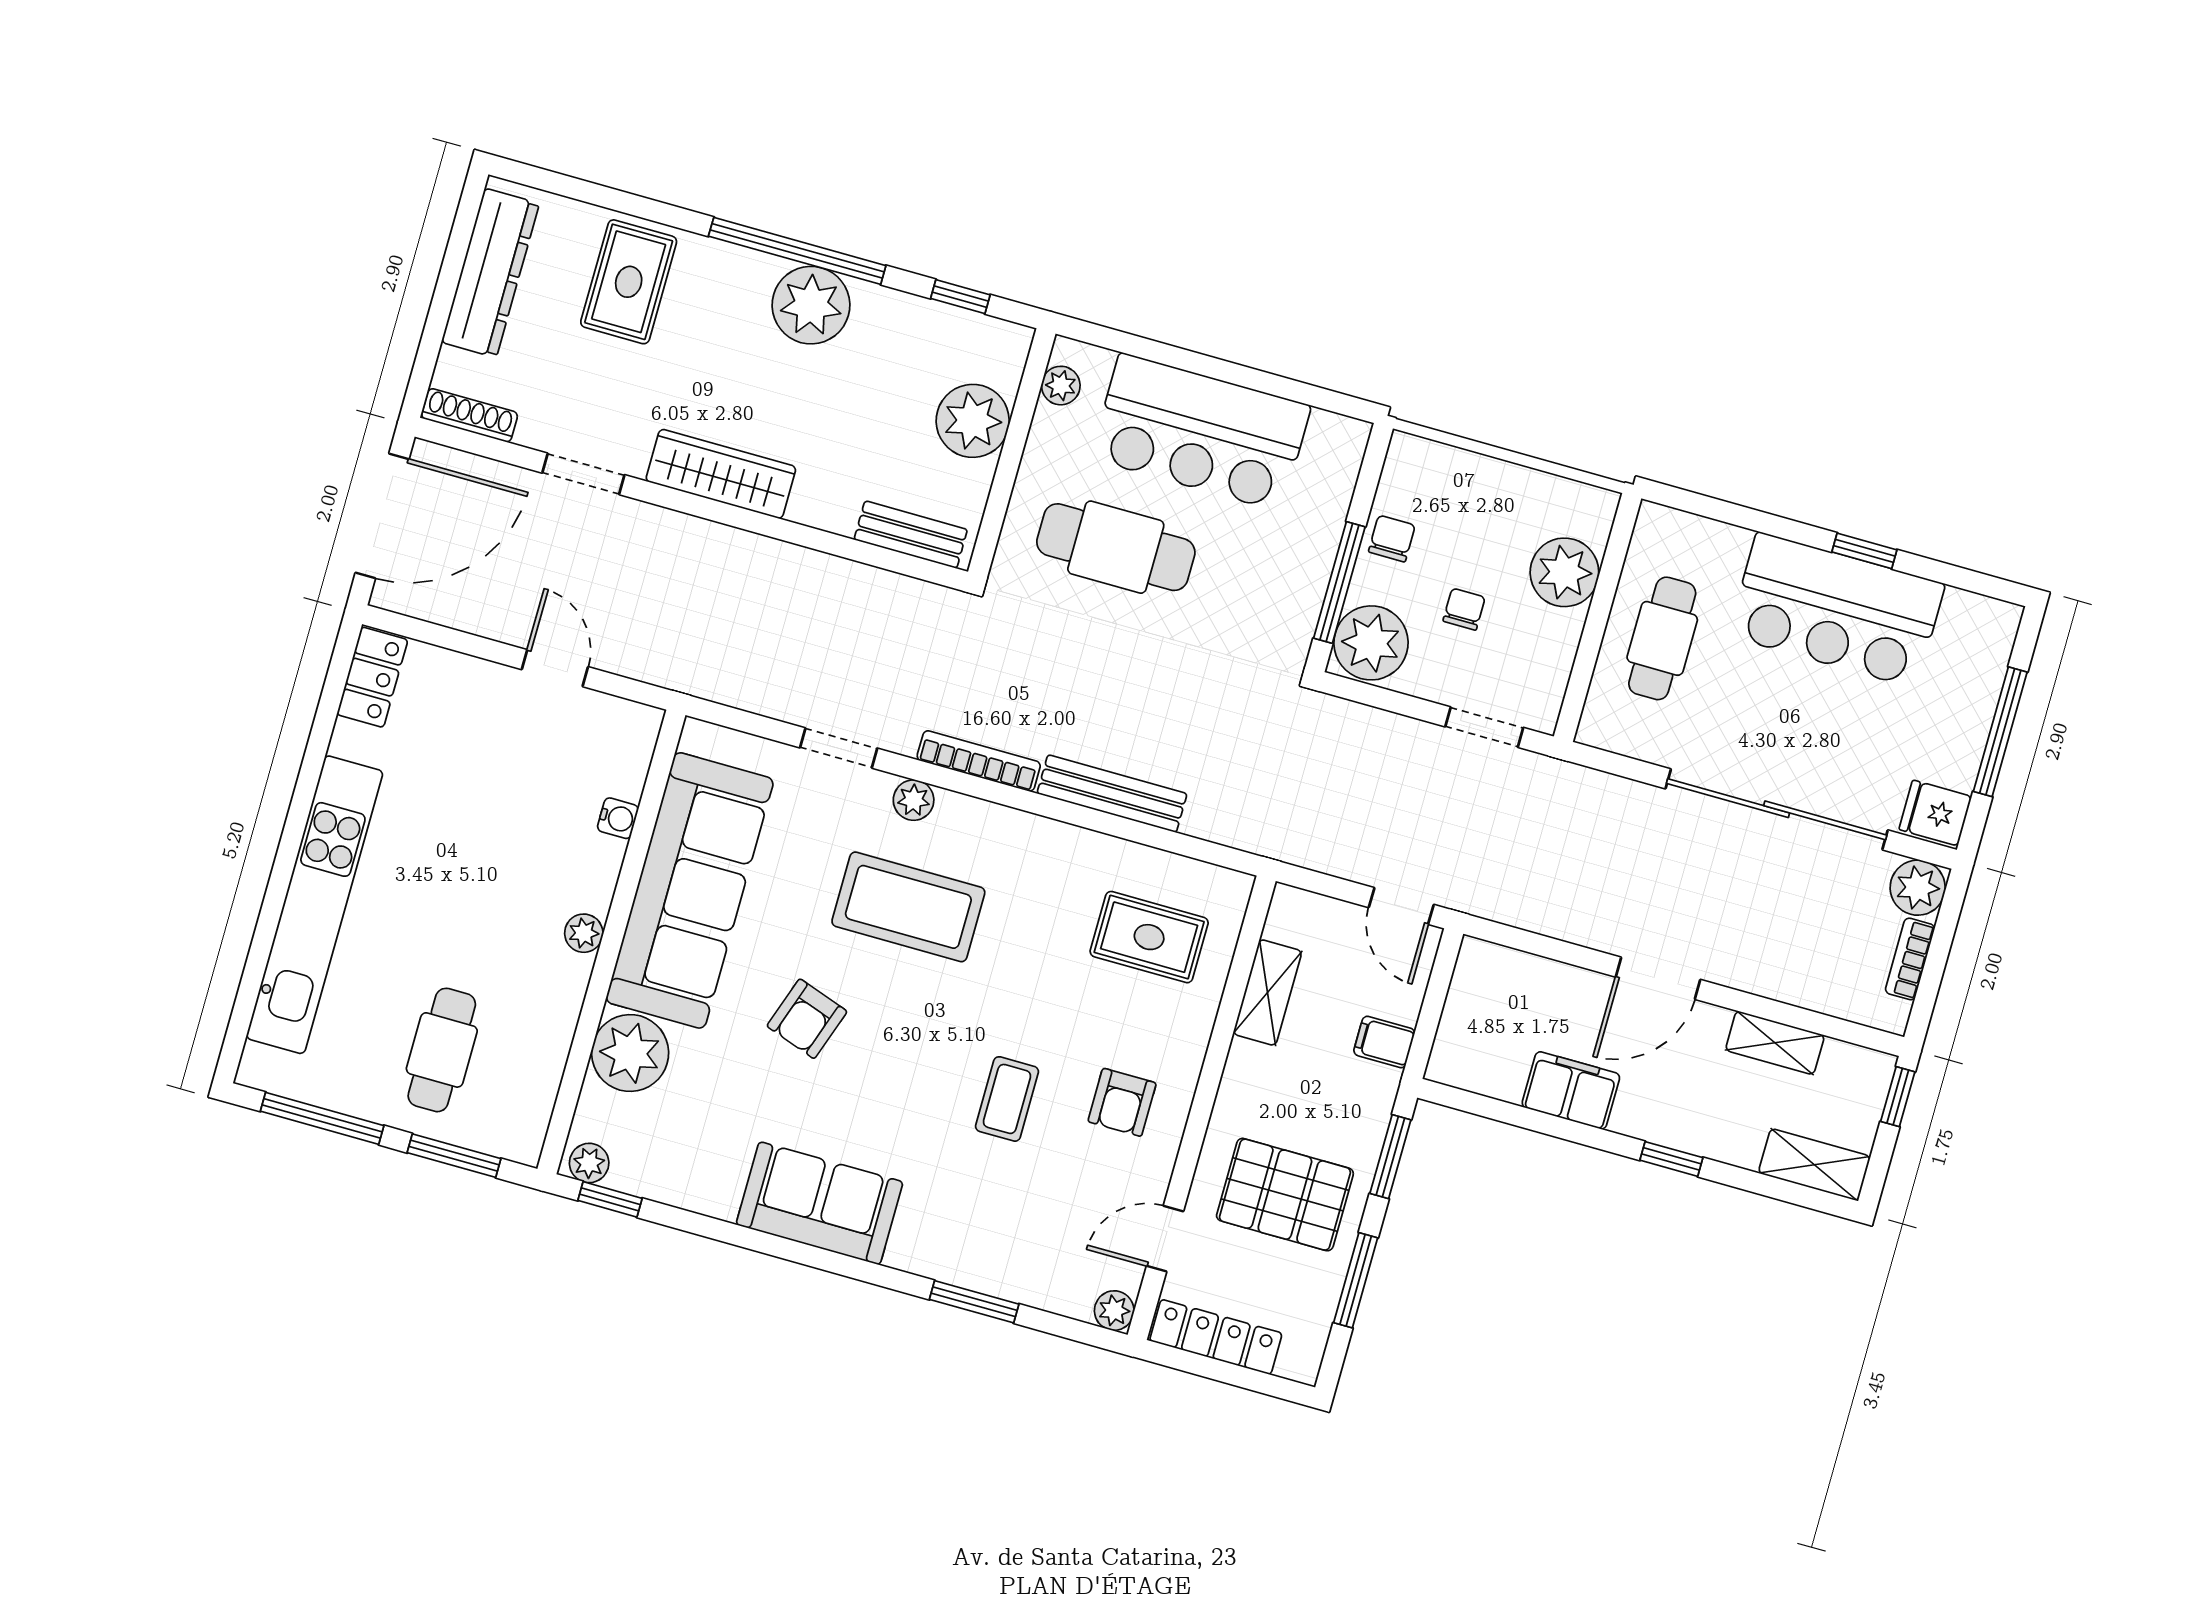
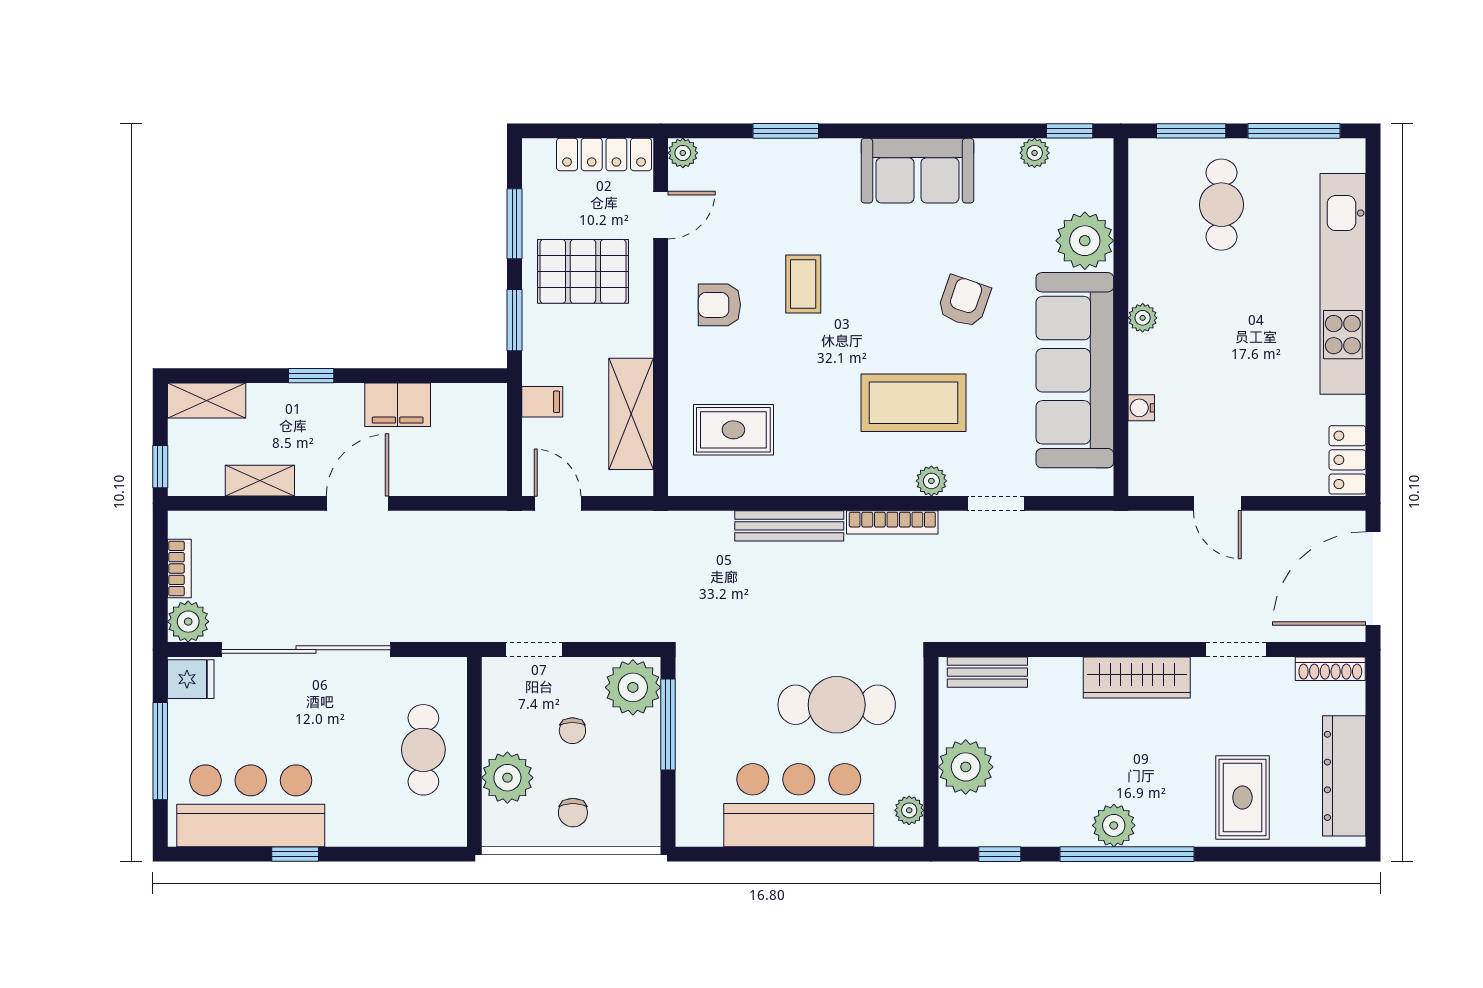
plant: (811, 305) -> (1114, 825), width x0.73, depth x0.73
chair: (1392, 539) -> (573, 813), moved
bar counter: (1837, 610) -> (251, 806), moved
shelving: (1267, 992) -> (631, 414), width x1.50, depth x1.33
armchair: (1122, 1102) -> (719, 305), turned -90
plant: (589, 1163) -> (1035, 153), moved

